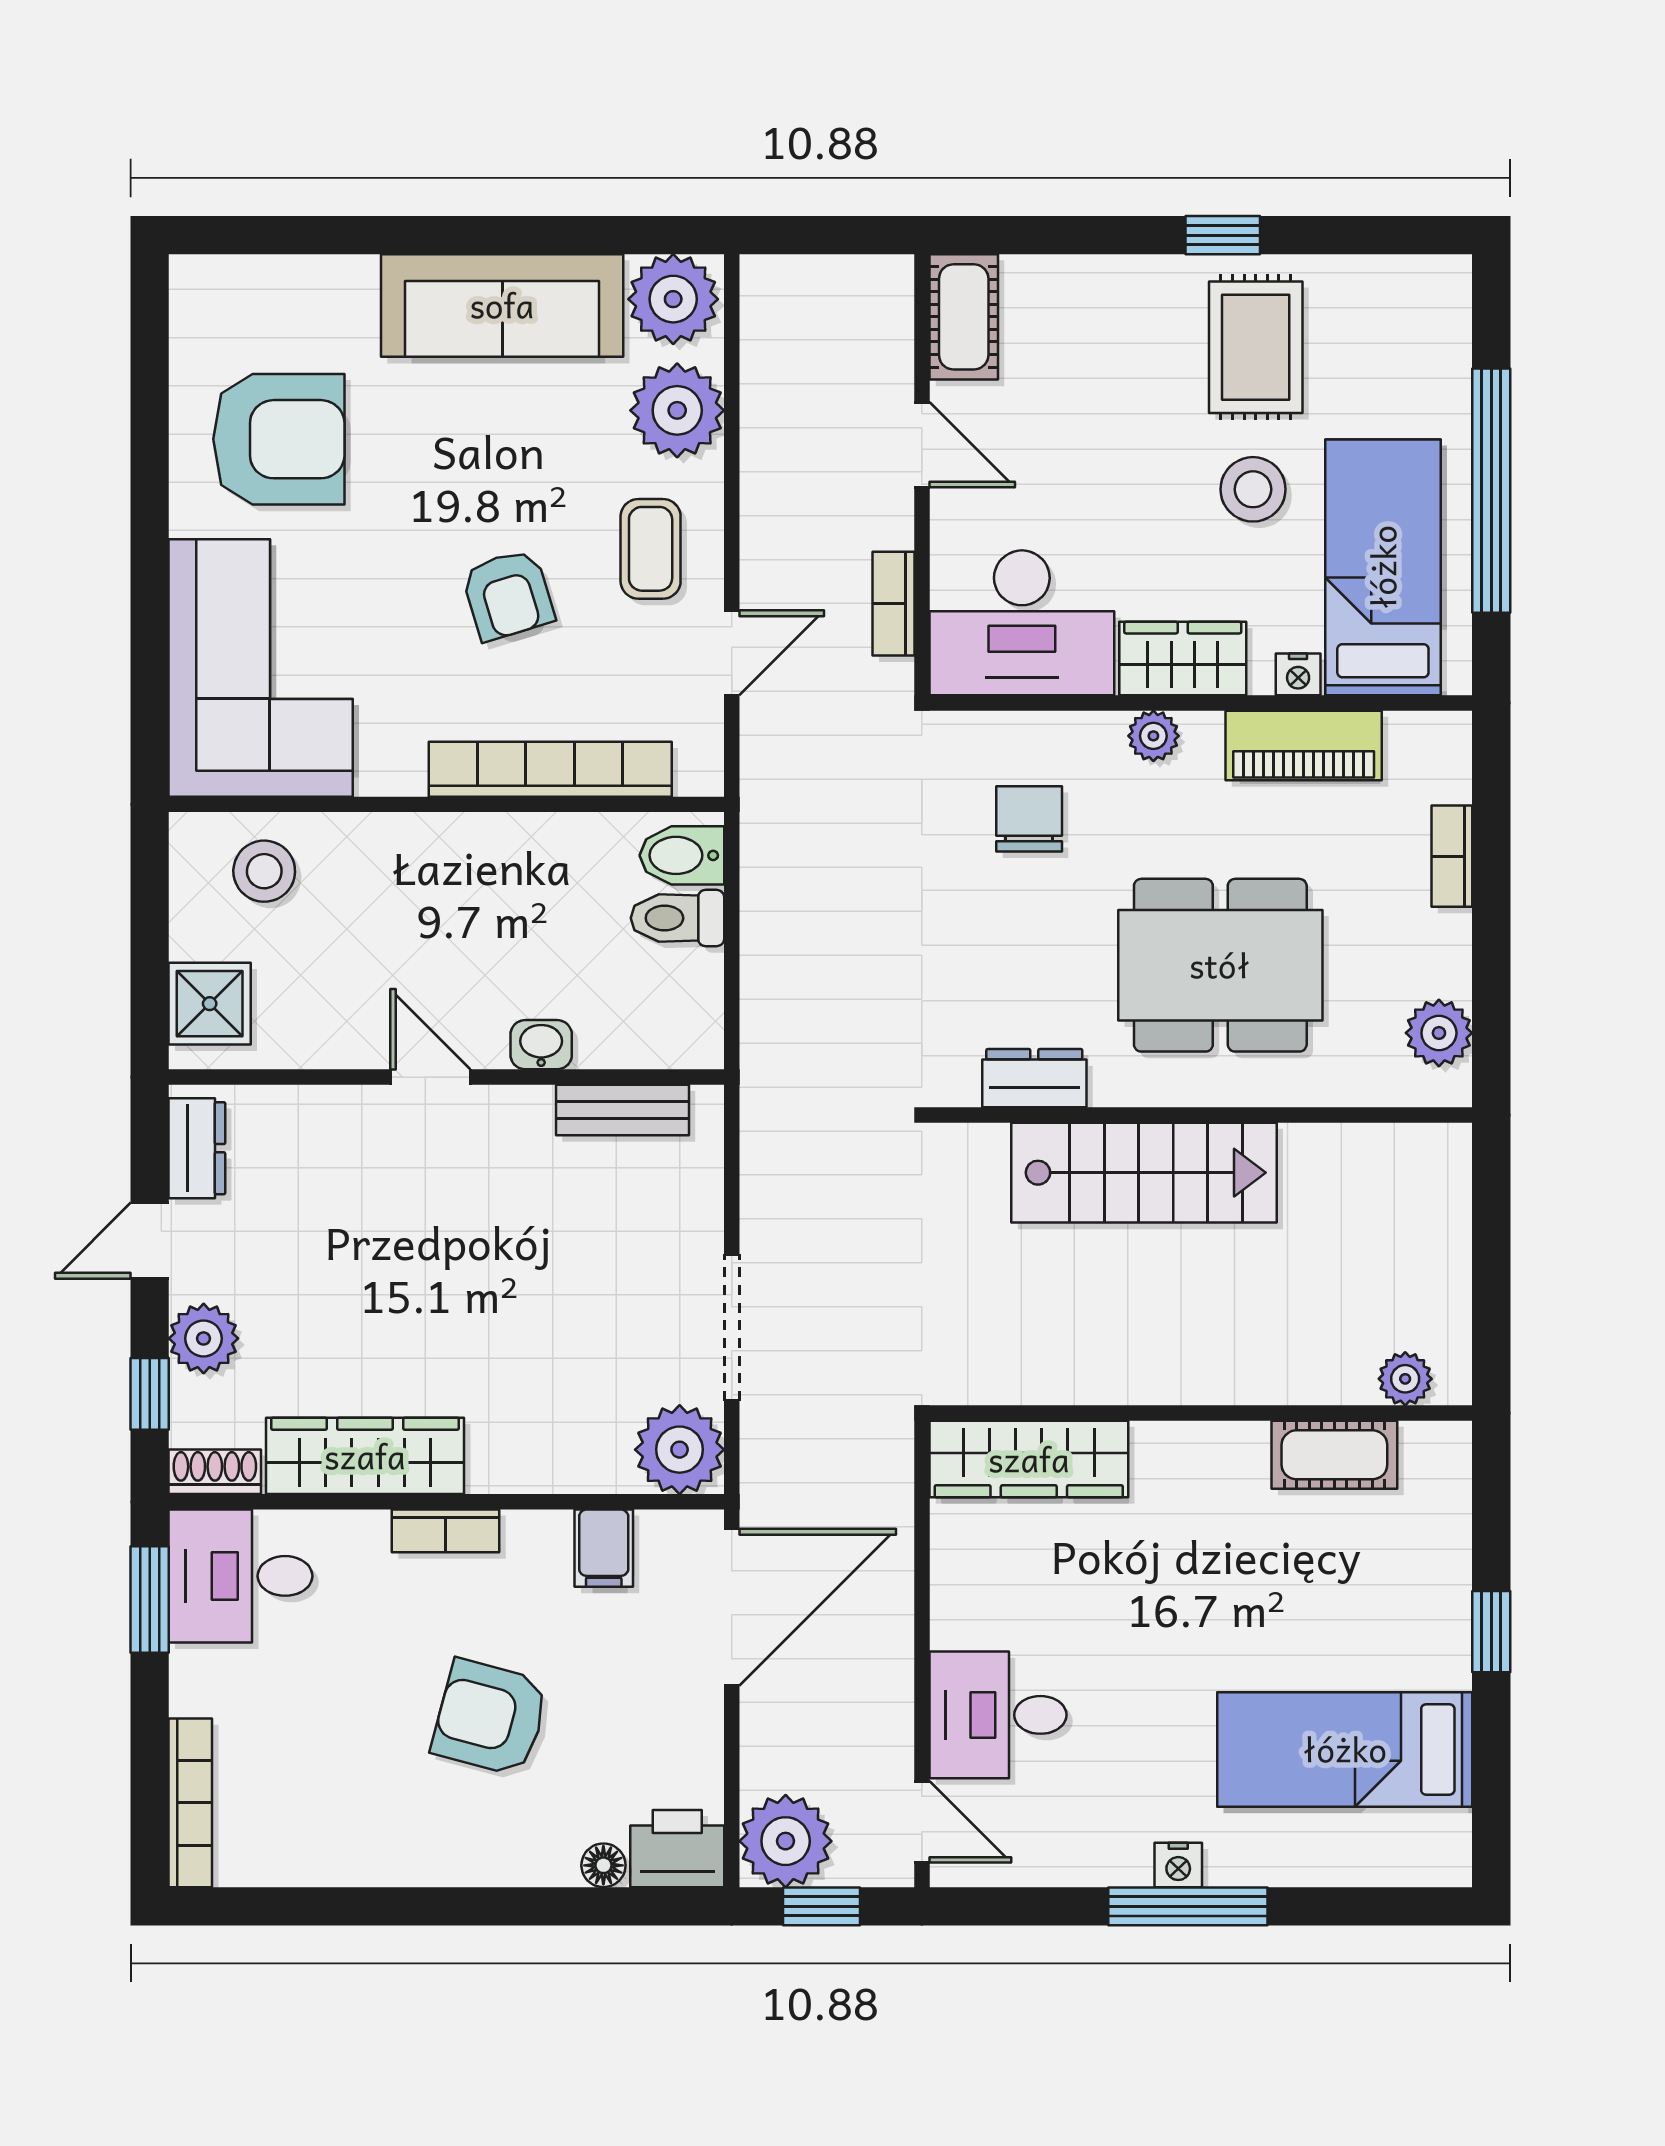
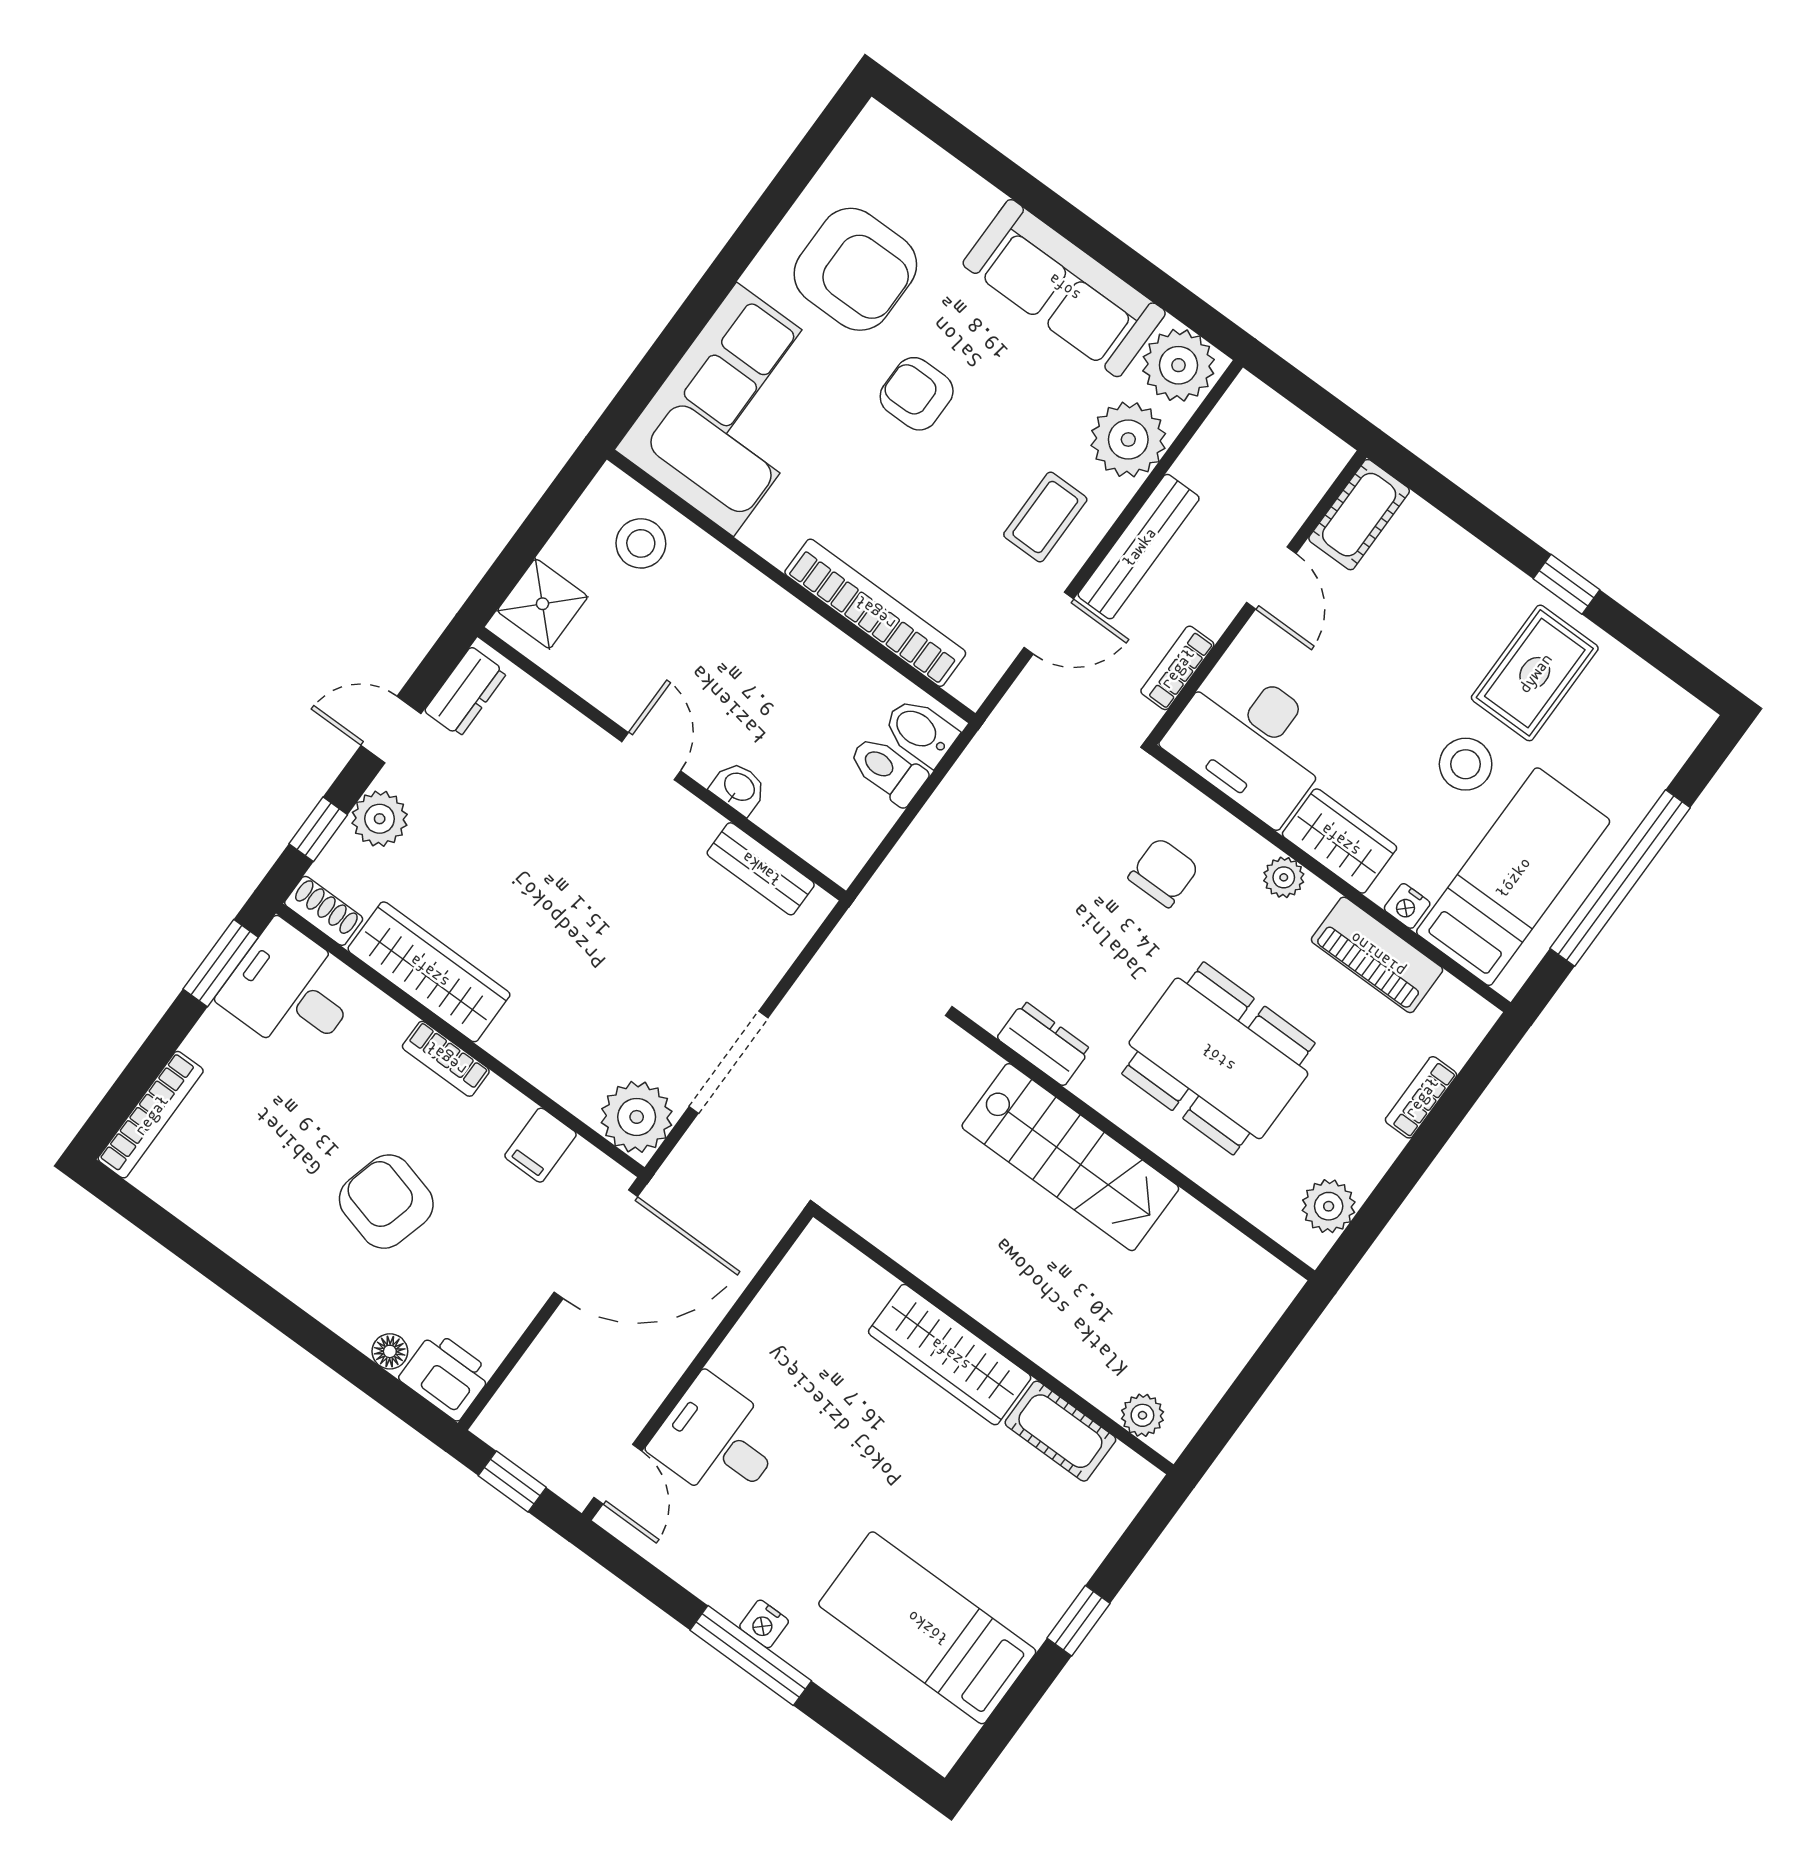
bench: (766, 510) -> (1139, 547), added
armchair: (508, 595) -> (917, 394), moved, turned 107
wardrobe: (1029, 1459) -> (950, 1355), moved
plant: (786, 1841) -> (520, 1422), removed

